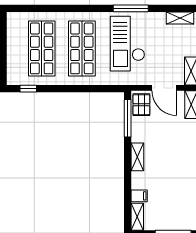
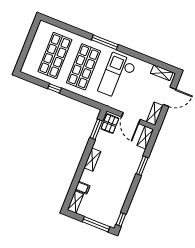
window: (131, 8) -> (105, 42), moved
window: (28, 89) -> (55, 88), moved
window: (128, 118) -> (96, 129), width x0.69

